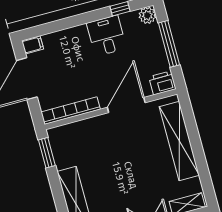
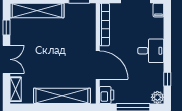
desk: (107, 36) -> (151, 51), moved

